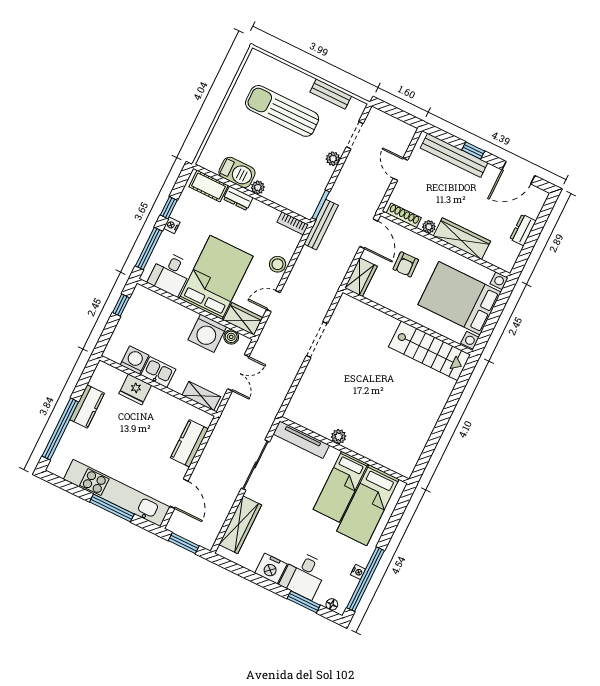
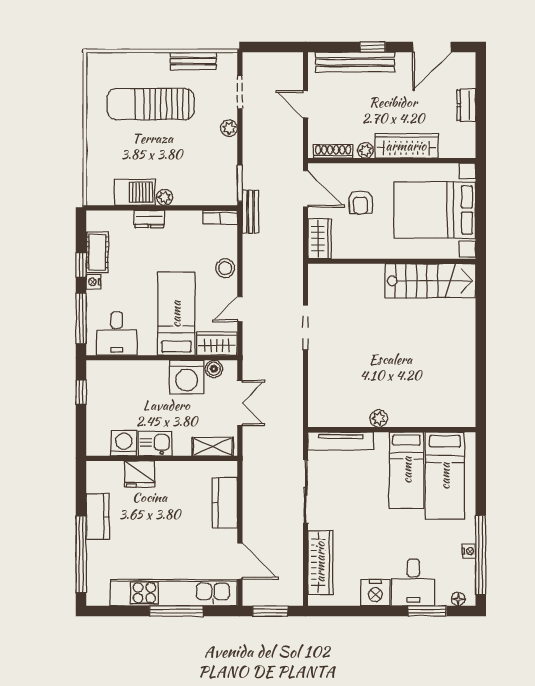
cot: (209, 186) -> (97, 252), moved, turned 90
bench: (321, 225) -> (251, 212), width x0.73
bed: (216, 277) -> (176, 314), width x0.67

